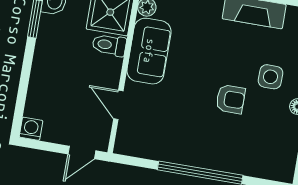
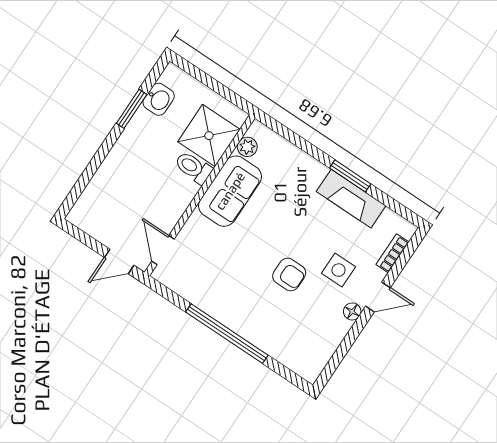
door: (118, 105) -> (163, 250), moved
washing machine: (31, 129) -> (79, 216), removed

